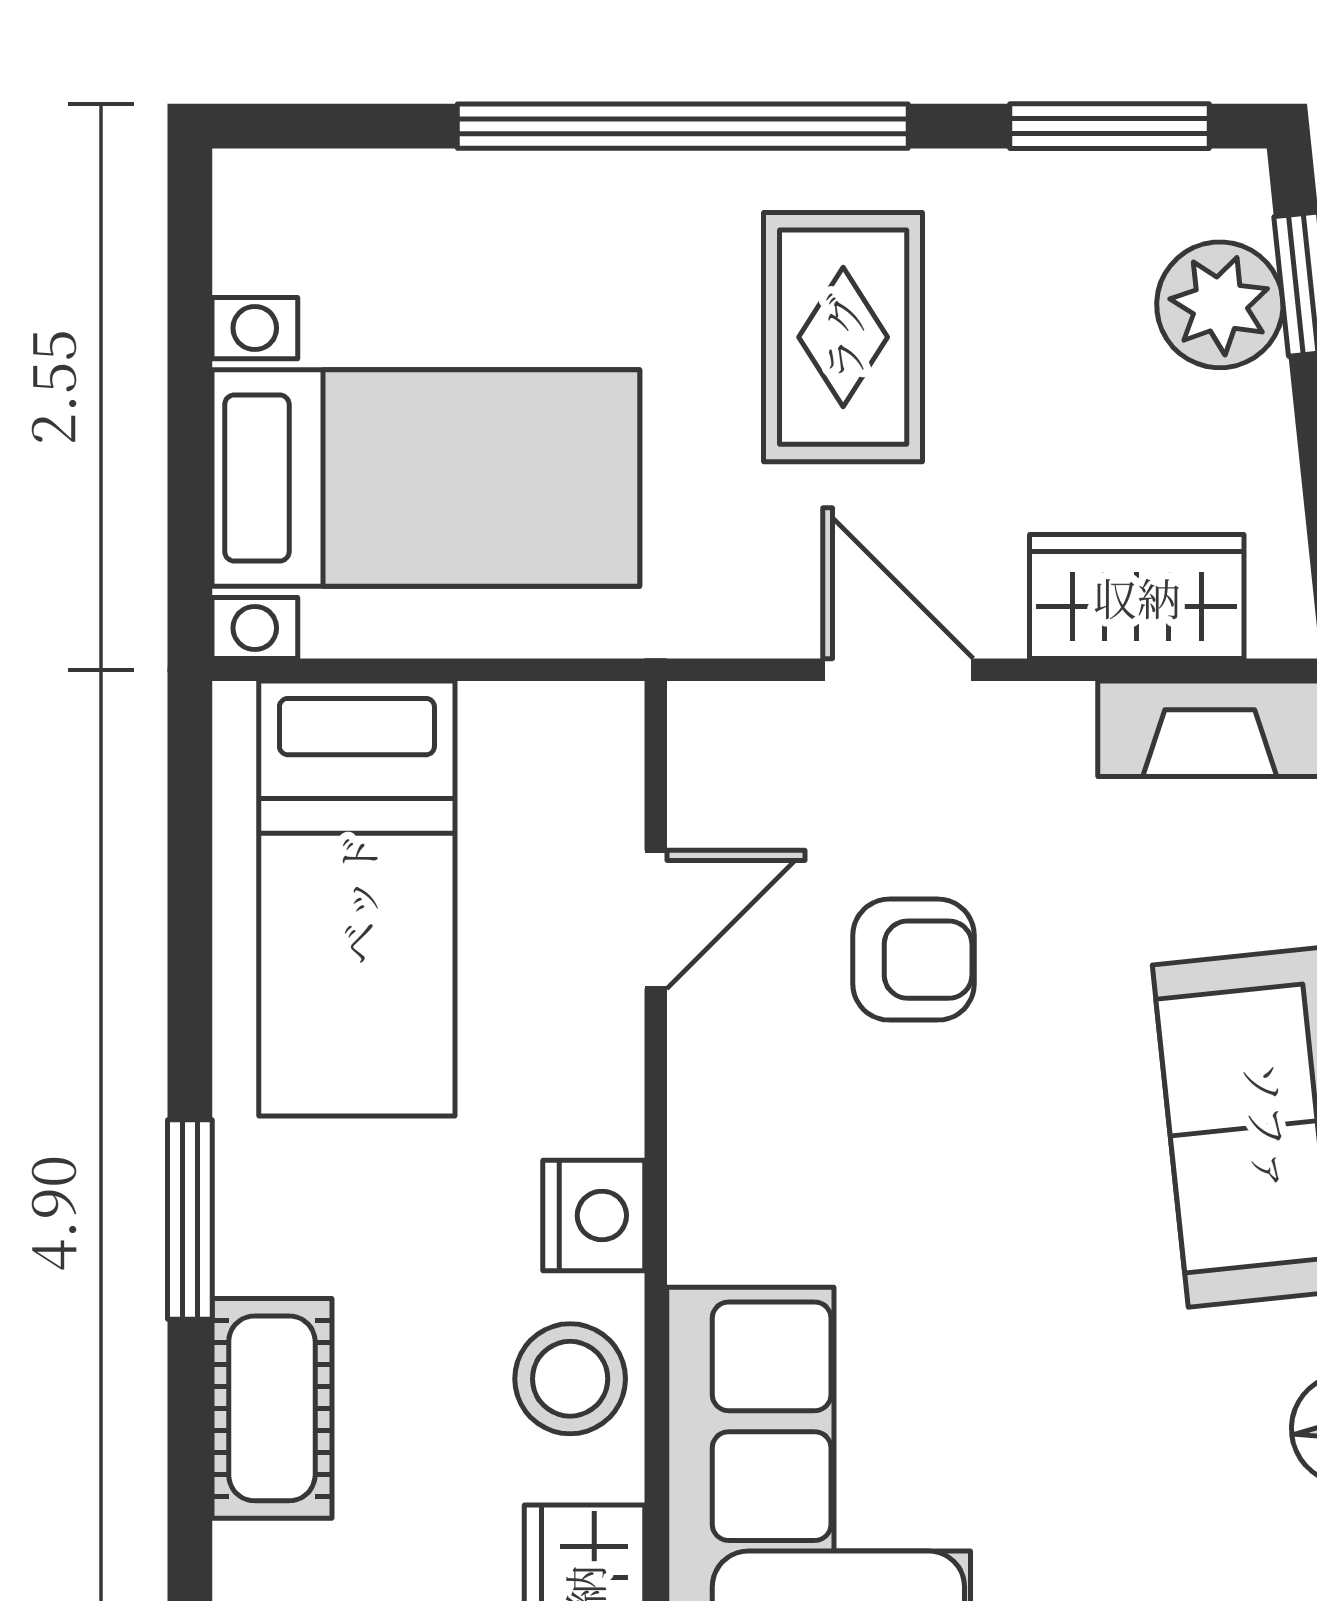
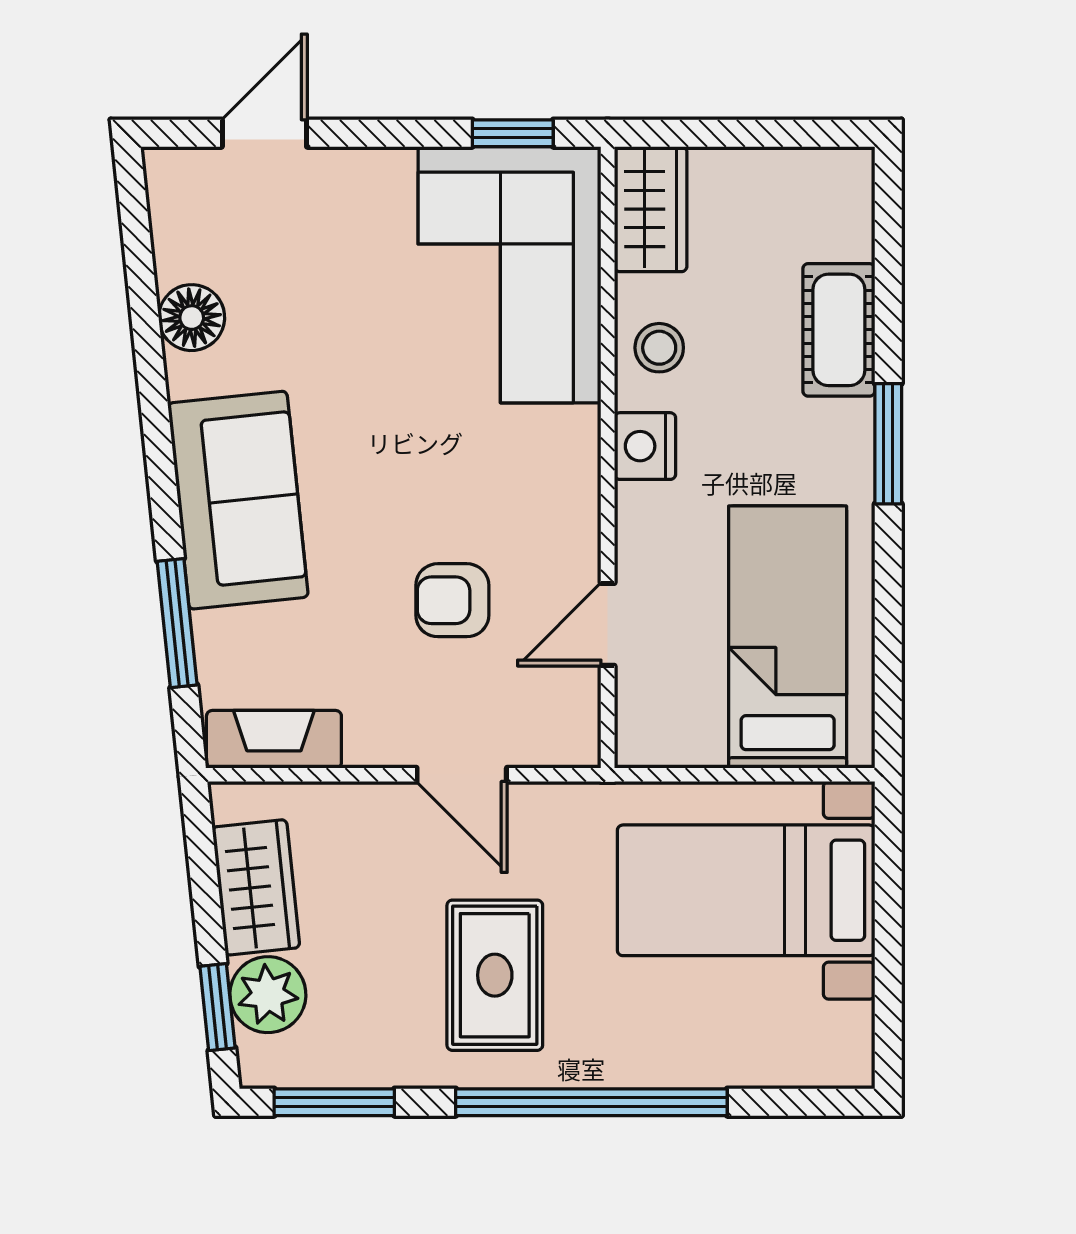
wardrobe: (1137, 597) -> (256, 887), moved, turned -96
stool: (570, 1379) -> (659, 348), width x0.73, depth x0.73

